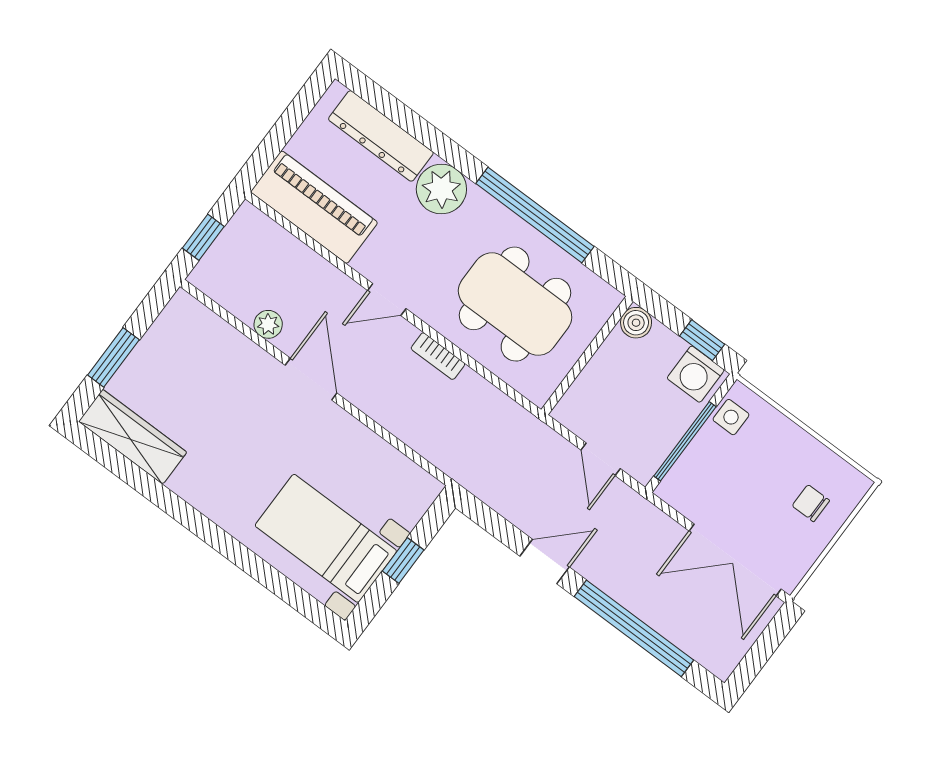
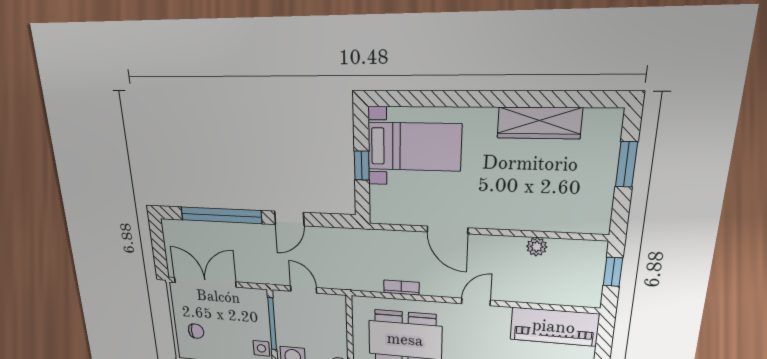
bookcase: (438, 356) -> (401, 288), moved
door: (311, 379) -> (447, 230), moved
wardrobe: (133, 437) -> (539, 123), moved

